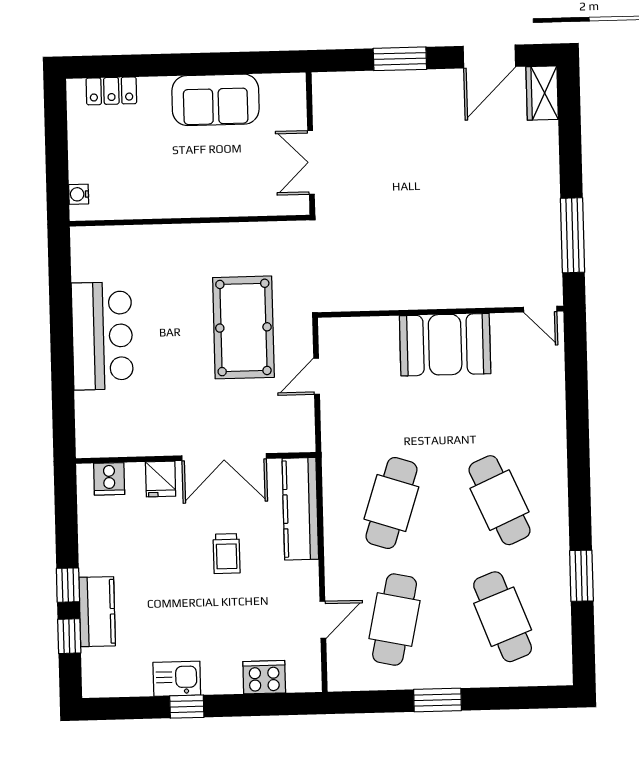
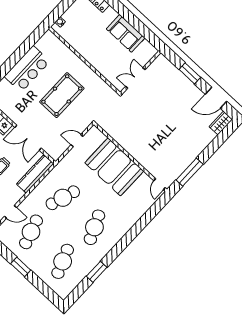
pool table: (243, 327) -> (62, 95), moved
booth: (445, 345) -> (114, 167), width x1.36, depth x1.42
cafe table: (395, 620) -> (31, 232), turned -30

